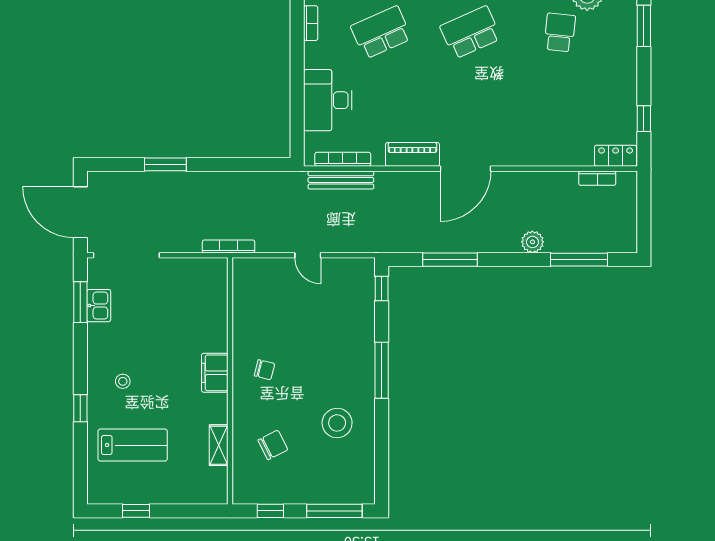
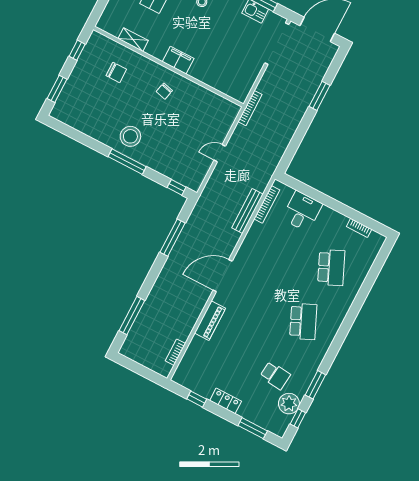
desk: (328, 100) -> (302, 211), width x0.73
piano: (412, 154) -> (210, 321), moved
locker: (616, 156) -> (226, 401), moved, turned -90
door: (465, 169) -> (223, 276), hinge flipped
bench: (341, 180) -> (247, 211), moved
plant: (532, 242) -> (157, 293), removed
stool: (337, 423) -> (130, 136), moved
chair: (273, 445) -> (116, 72), turned -63
window: (334, 511) -> (57, 89), width x0.69

